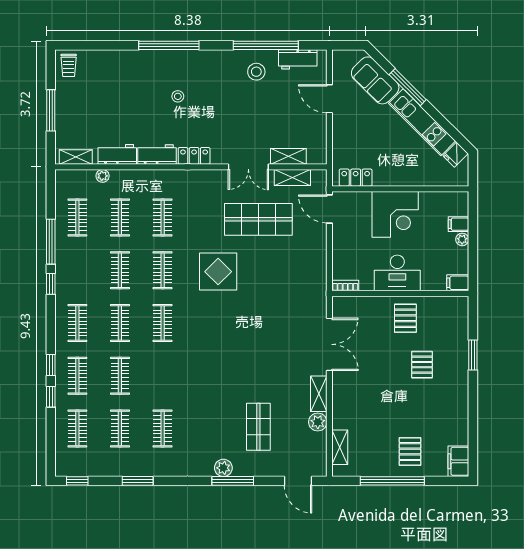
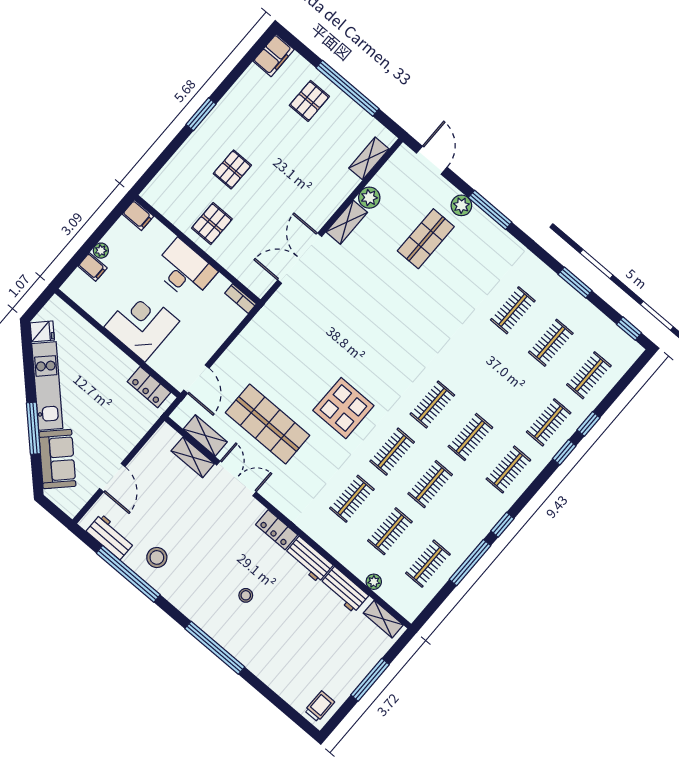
window: (473, 355) -> (201, 114), moved
clothes rail: (120, 376) -> (511, 390), removed
plant: (223, 468) -> (461, 205), moved

